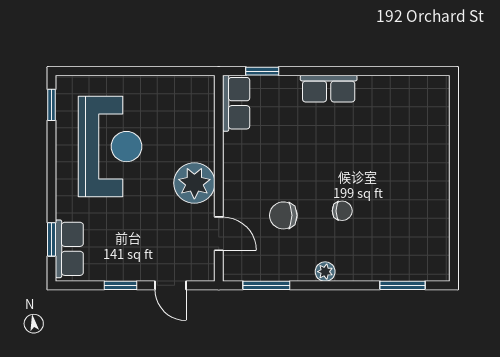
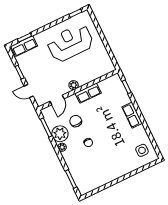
row of seats: (236, 103) -> (88, 93), moved
side table: (414, 104) -> (142, 150), added
reception desk: (110, 147) -> (70, 43), turned 180
plant: (194, 183) -> (74, 85), width x0.53, depth x0.53
plant: (294, 262) -> (60, 134), added
door: (170, 285) -> (29, 91), hinge flipped

